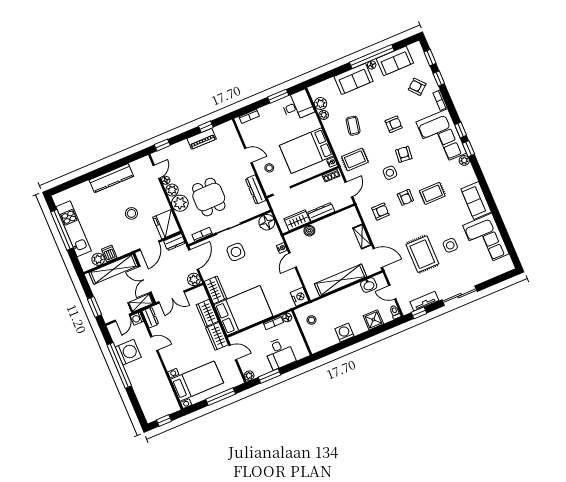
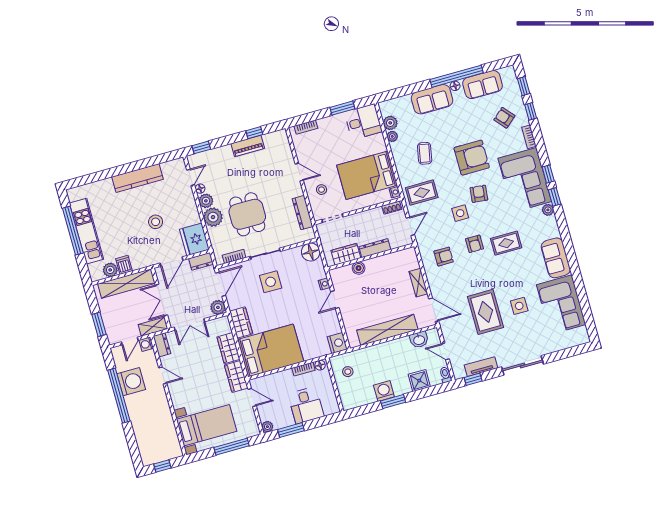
armchair: (394, 124) -> (472, 158), width x1.88, depth x1.88
window: (353, 341) -> (393, 402), added

